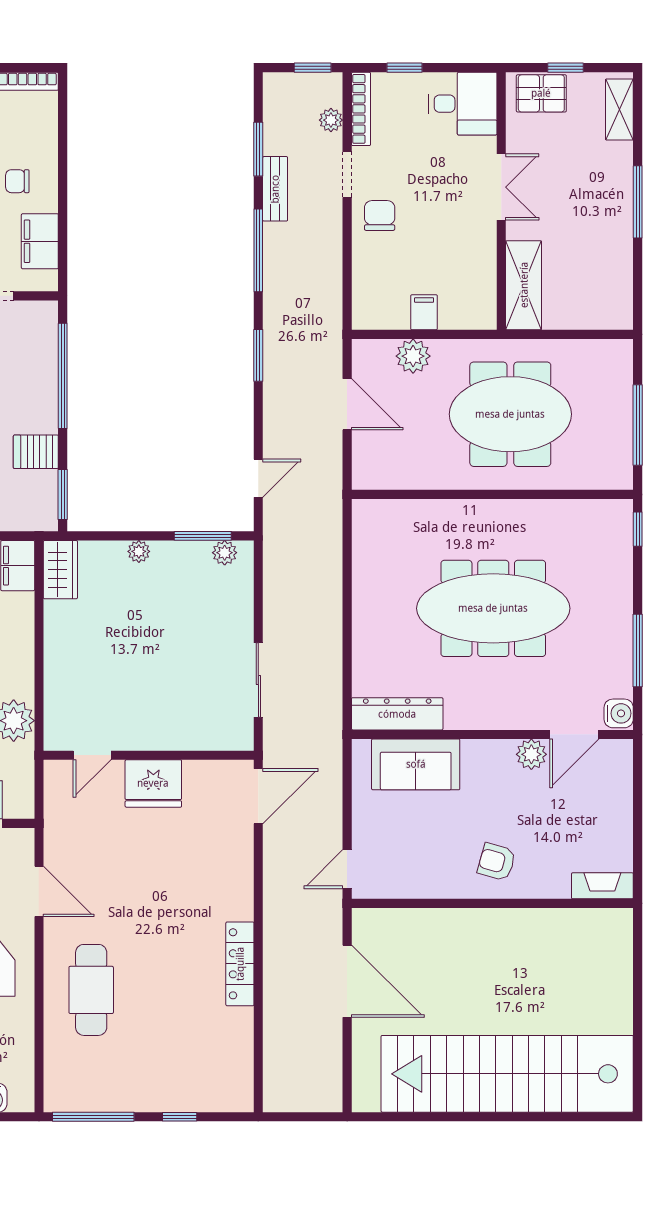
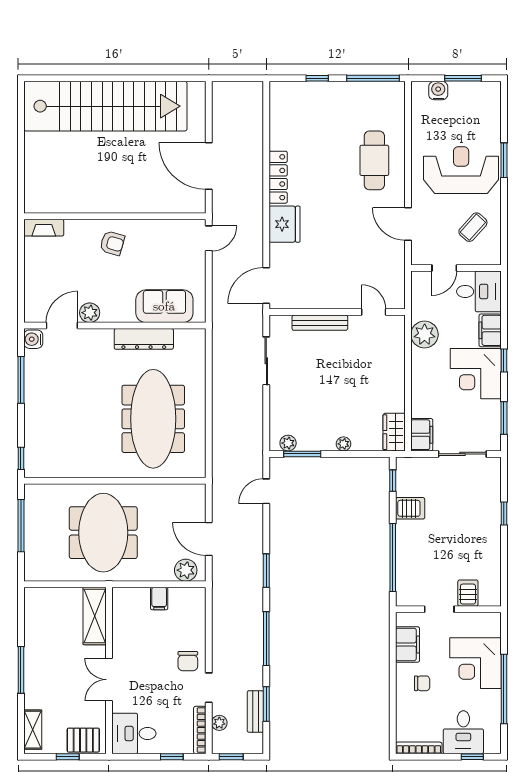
bench: (275, 189) -> (255, 711), moved
plant: (413, 356) -> (186, 570), moved
meeting table: (510, 414) -> (103, 533), turned 90
window: (63, 495) -> (393, 481), width x0.67
meeting table: (493, 608) -> (153, 419), moved, turned 90
dresser: (397, 714) -> (144, 339), moved
bench: (175, 739) -> (320, 323), added
door: (92, 755) -> (374, 312), hinge flipped
fridge: (153, 783) -> (285, 224), moved, turned 90

